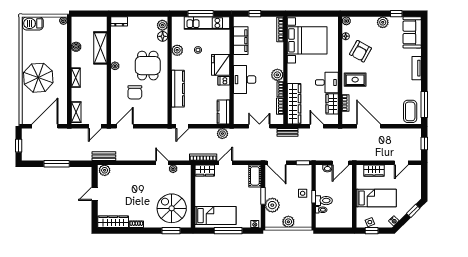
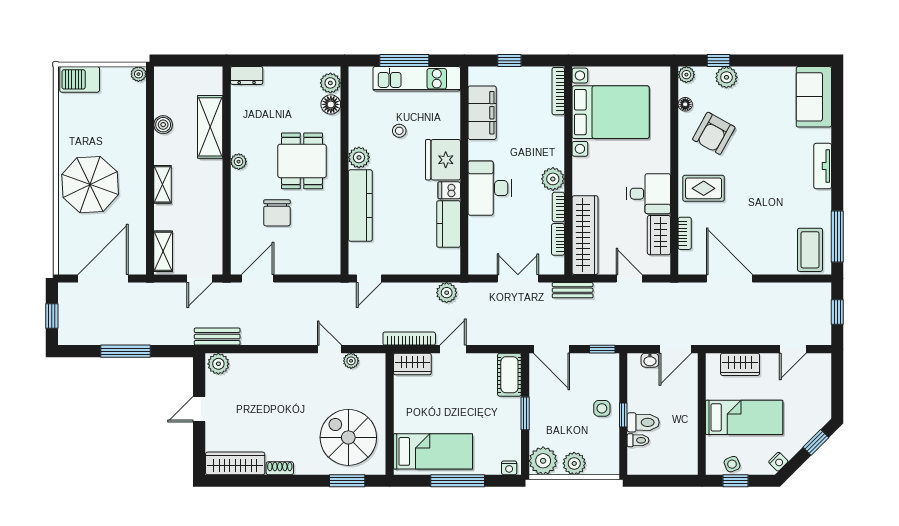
window: (396, 14) -> (718, 61), moved
plant: (383, 22) -> (726, 77), moved
plant: (177, 50) -> (359, 157), moved
kitchen counter: (223, 112) -> (449, 224), moved
plant: (272, 205) -> (543, 461), moved

